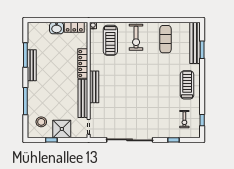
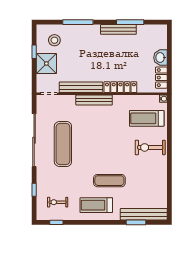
exercise mat: (165, 39) -> (109, 181), moved
treadmill: (187, 85) -> (96, 205), turned 180
exercise mat: (133, 114) -> (63, 144), added

